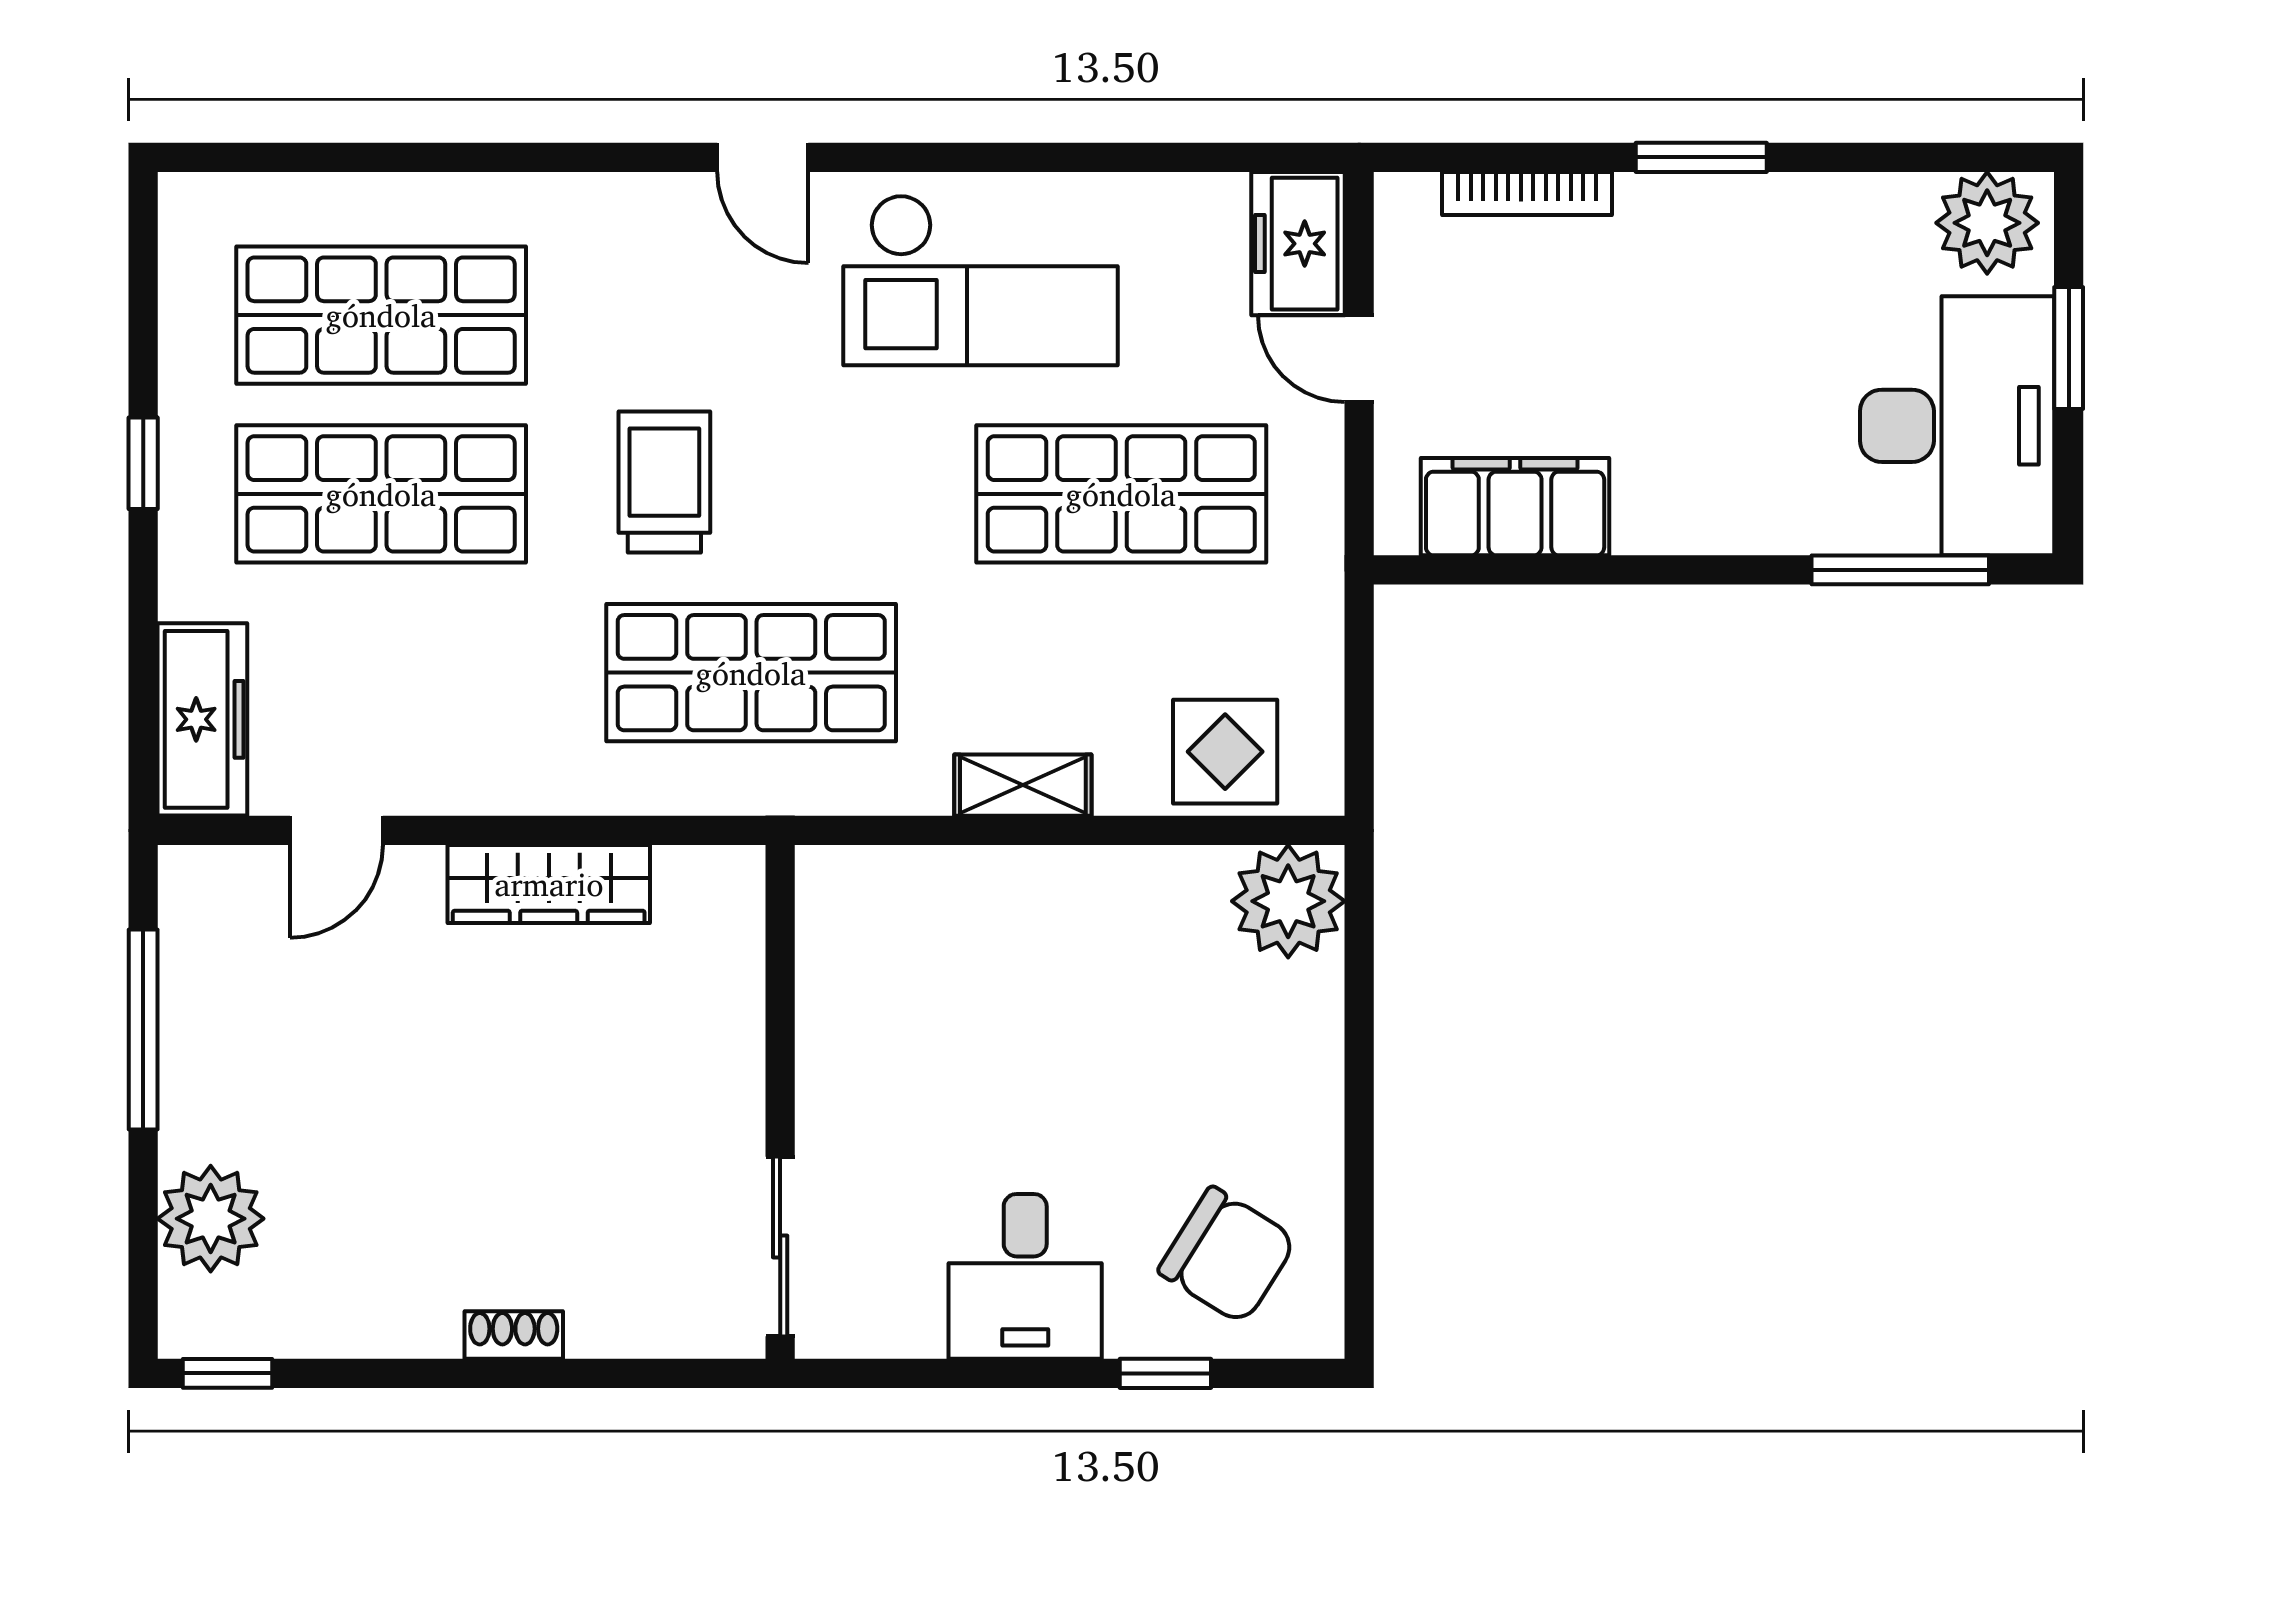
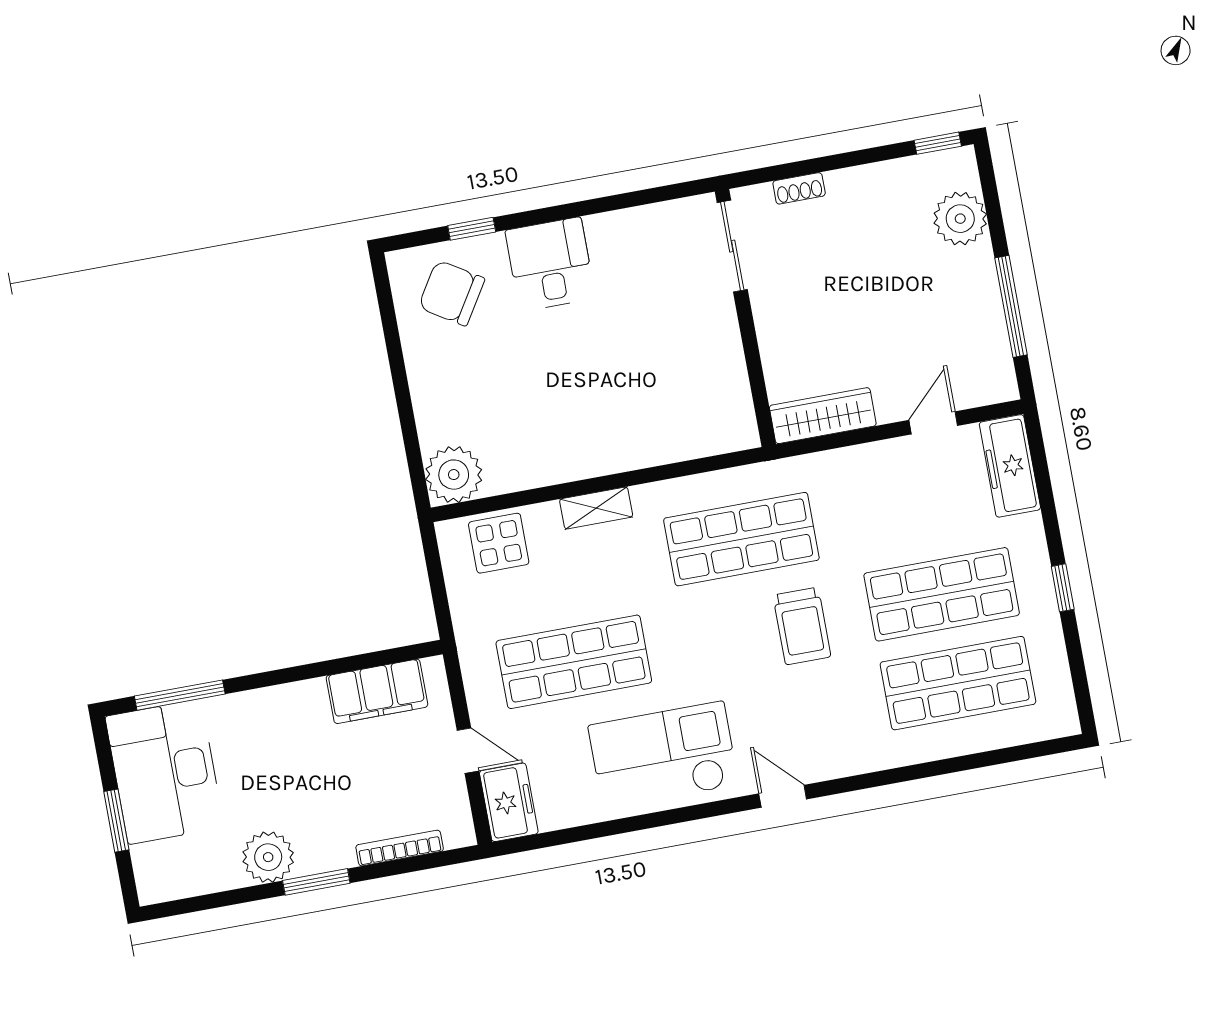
plant: (1987, 223) -> (268, 857), moved
wall: (780, 1102) -> (745, 318), moved
sliding door: (780, 1247) -> (732, 246), moved

